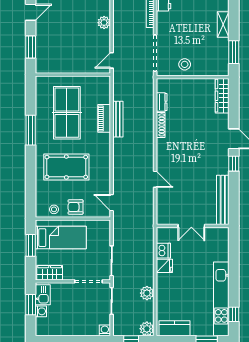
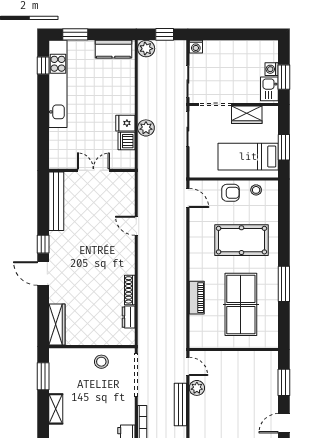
plant: (104, 23) -> (197, 388), moved
door: (112, 60) -> (188, 366), hinge flipped
bench: (118, 119) -> (180, 405), moved
wardrobe: (50, 273) -> (247, 115), moved
plant: (147, 293) -> (146, 128), moved

